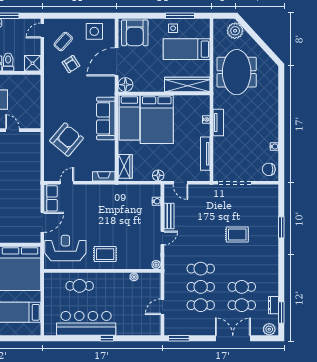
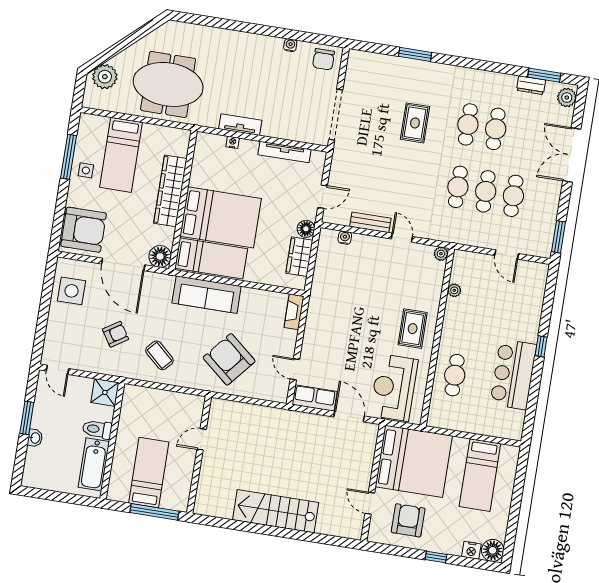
coffee table: (63, 42) -> (159, 355), moved
wardrobe: (187, 85) -> (170, 191), moved
wardrobe: (125, 166) -> (299, 257), moved, turned -90
cafe table: (242, 305) -> (468, 124), moved
bar counter: (86, 323) -> (513, 374), width x0.73

